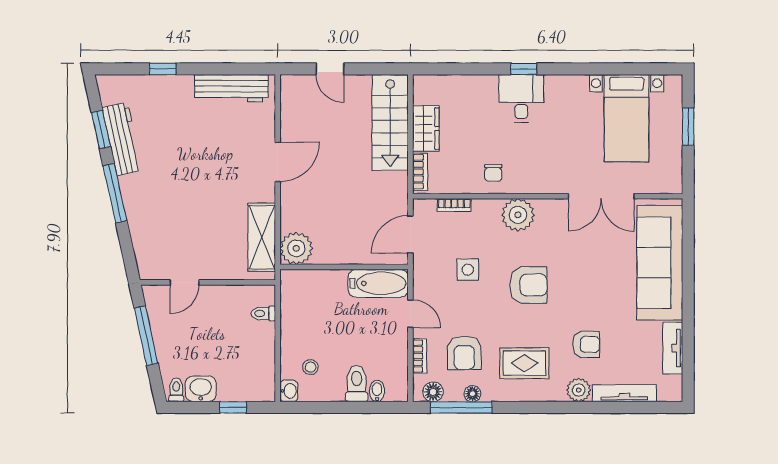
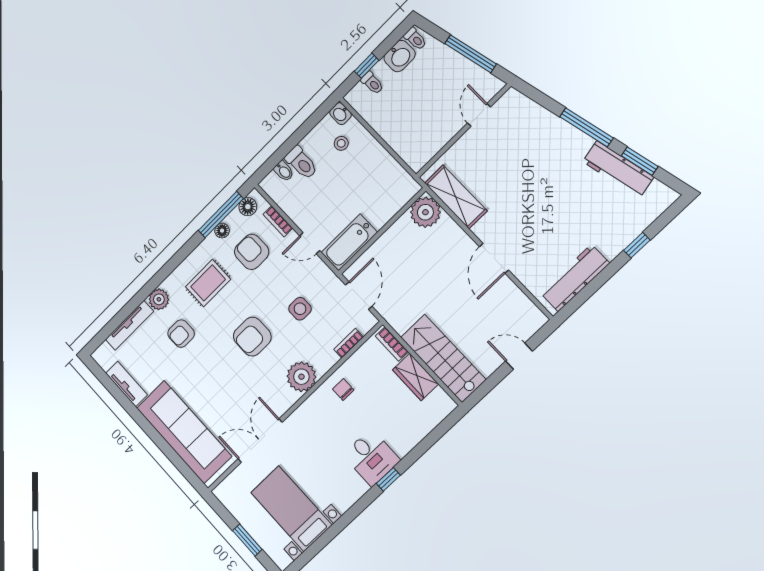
toilet: (263, 313) -> (372, 83), moved, turned 90

